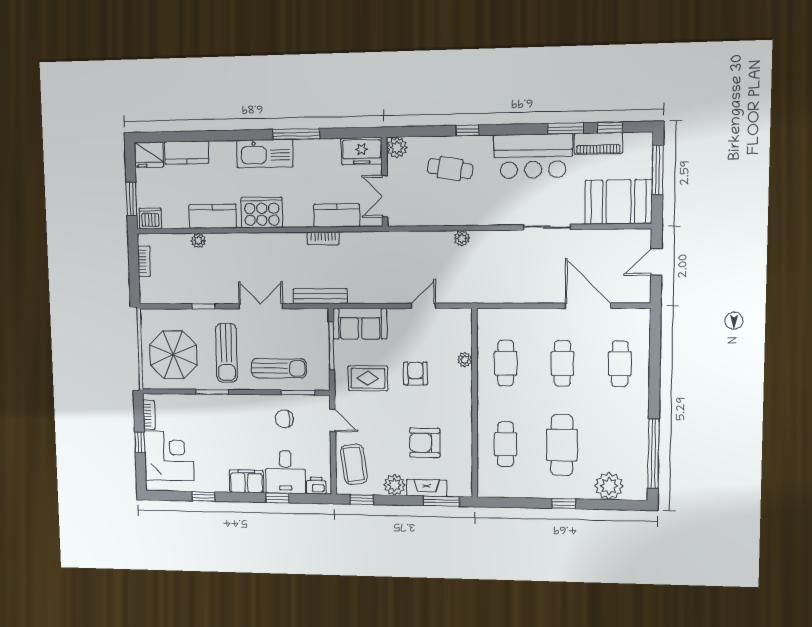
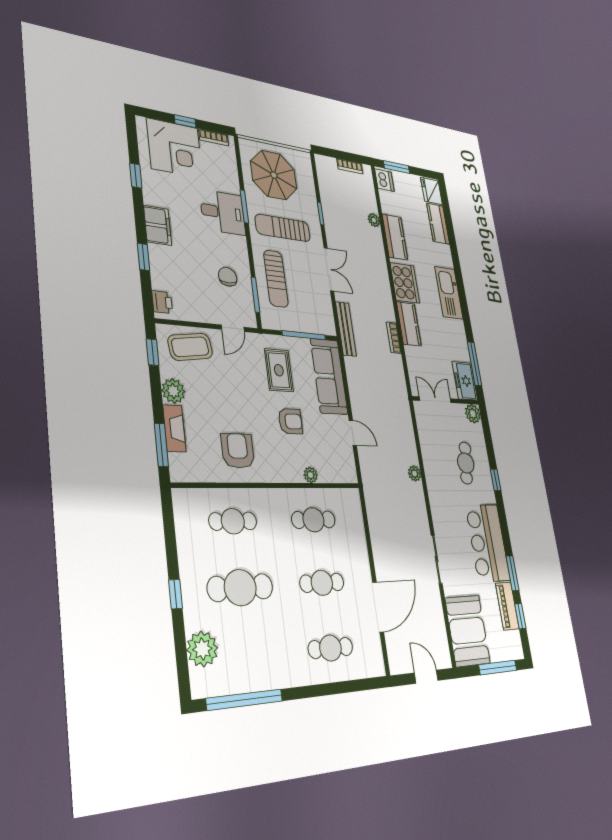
window: (296, 134) -> (475, 364), moved
kitchen counter: (337, 215) -> (409, 324), moved
sofa: (360, 324) -> (329, 376), width x1.36
armchair: (425, 443) -> (238, 451), moved
desk: (285, 472) -> (223, 212), moved, turned 180

